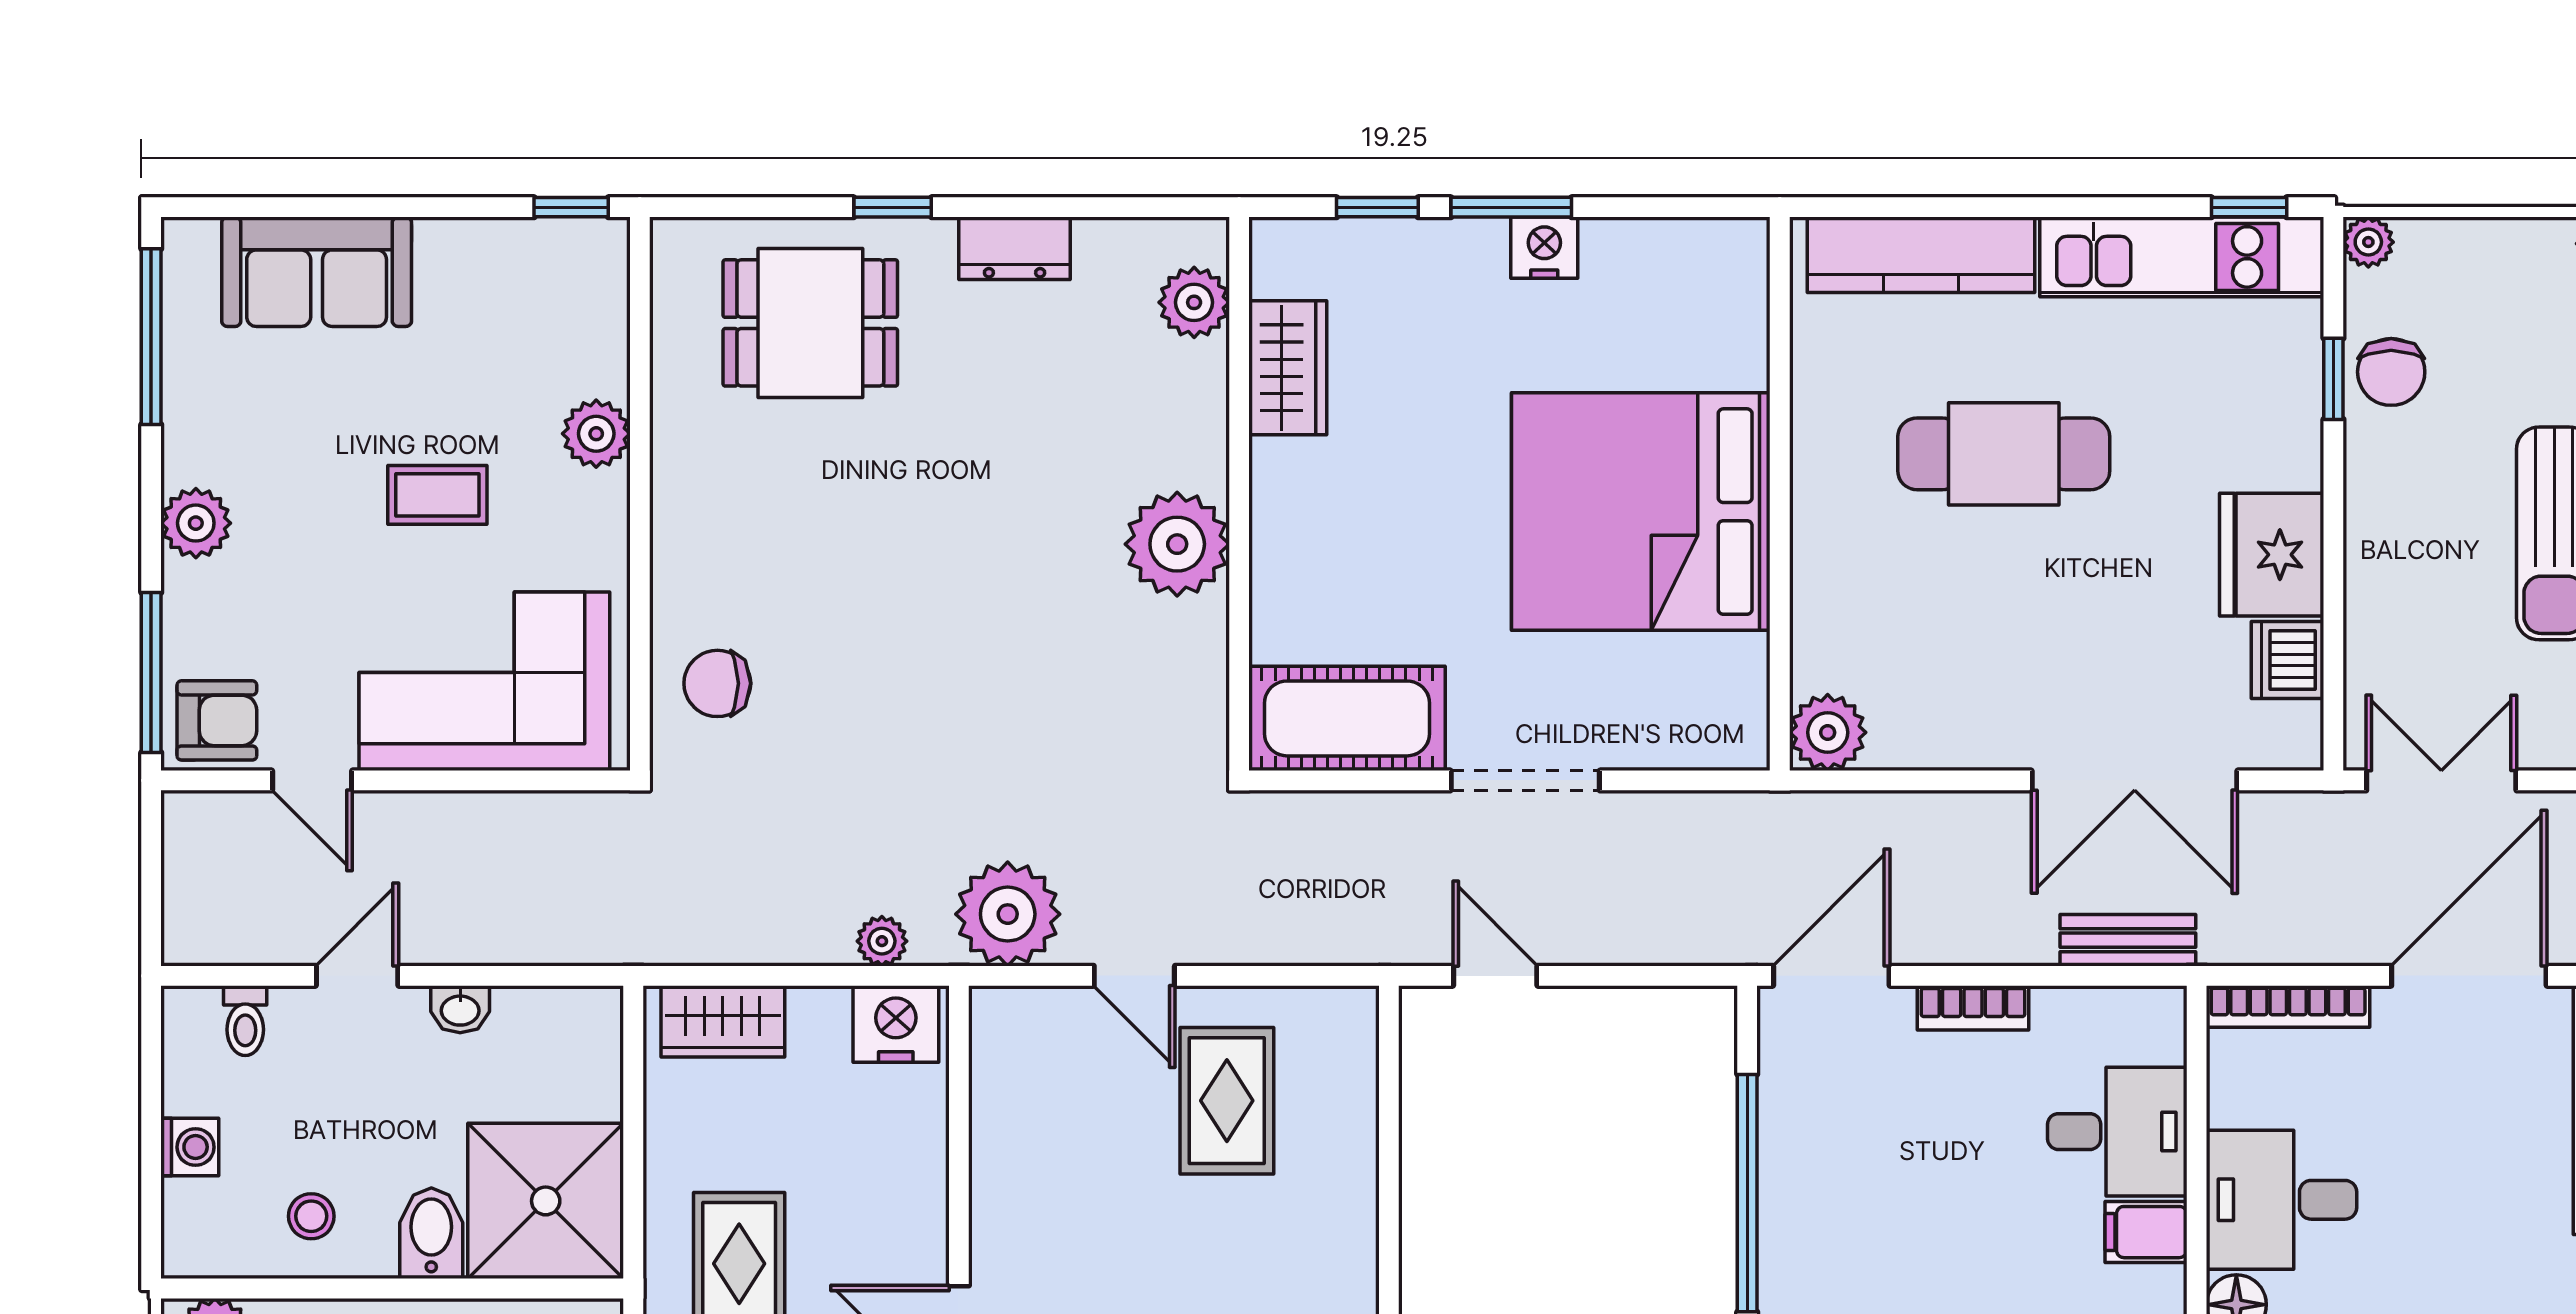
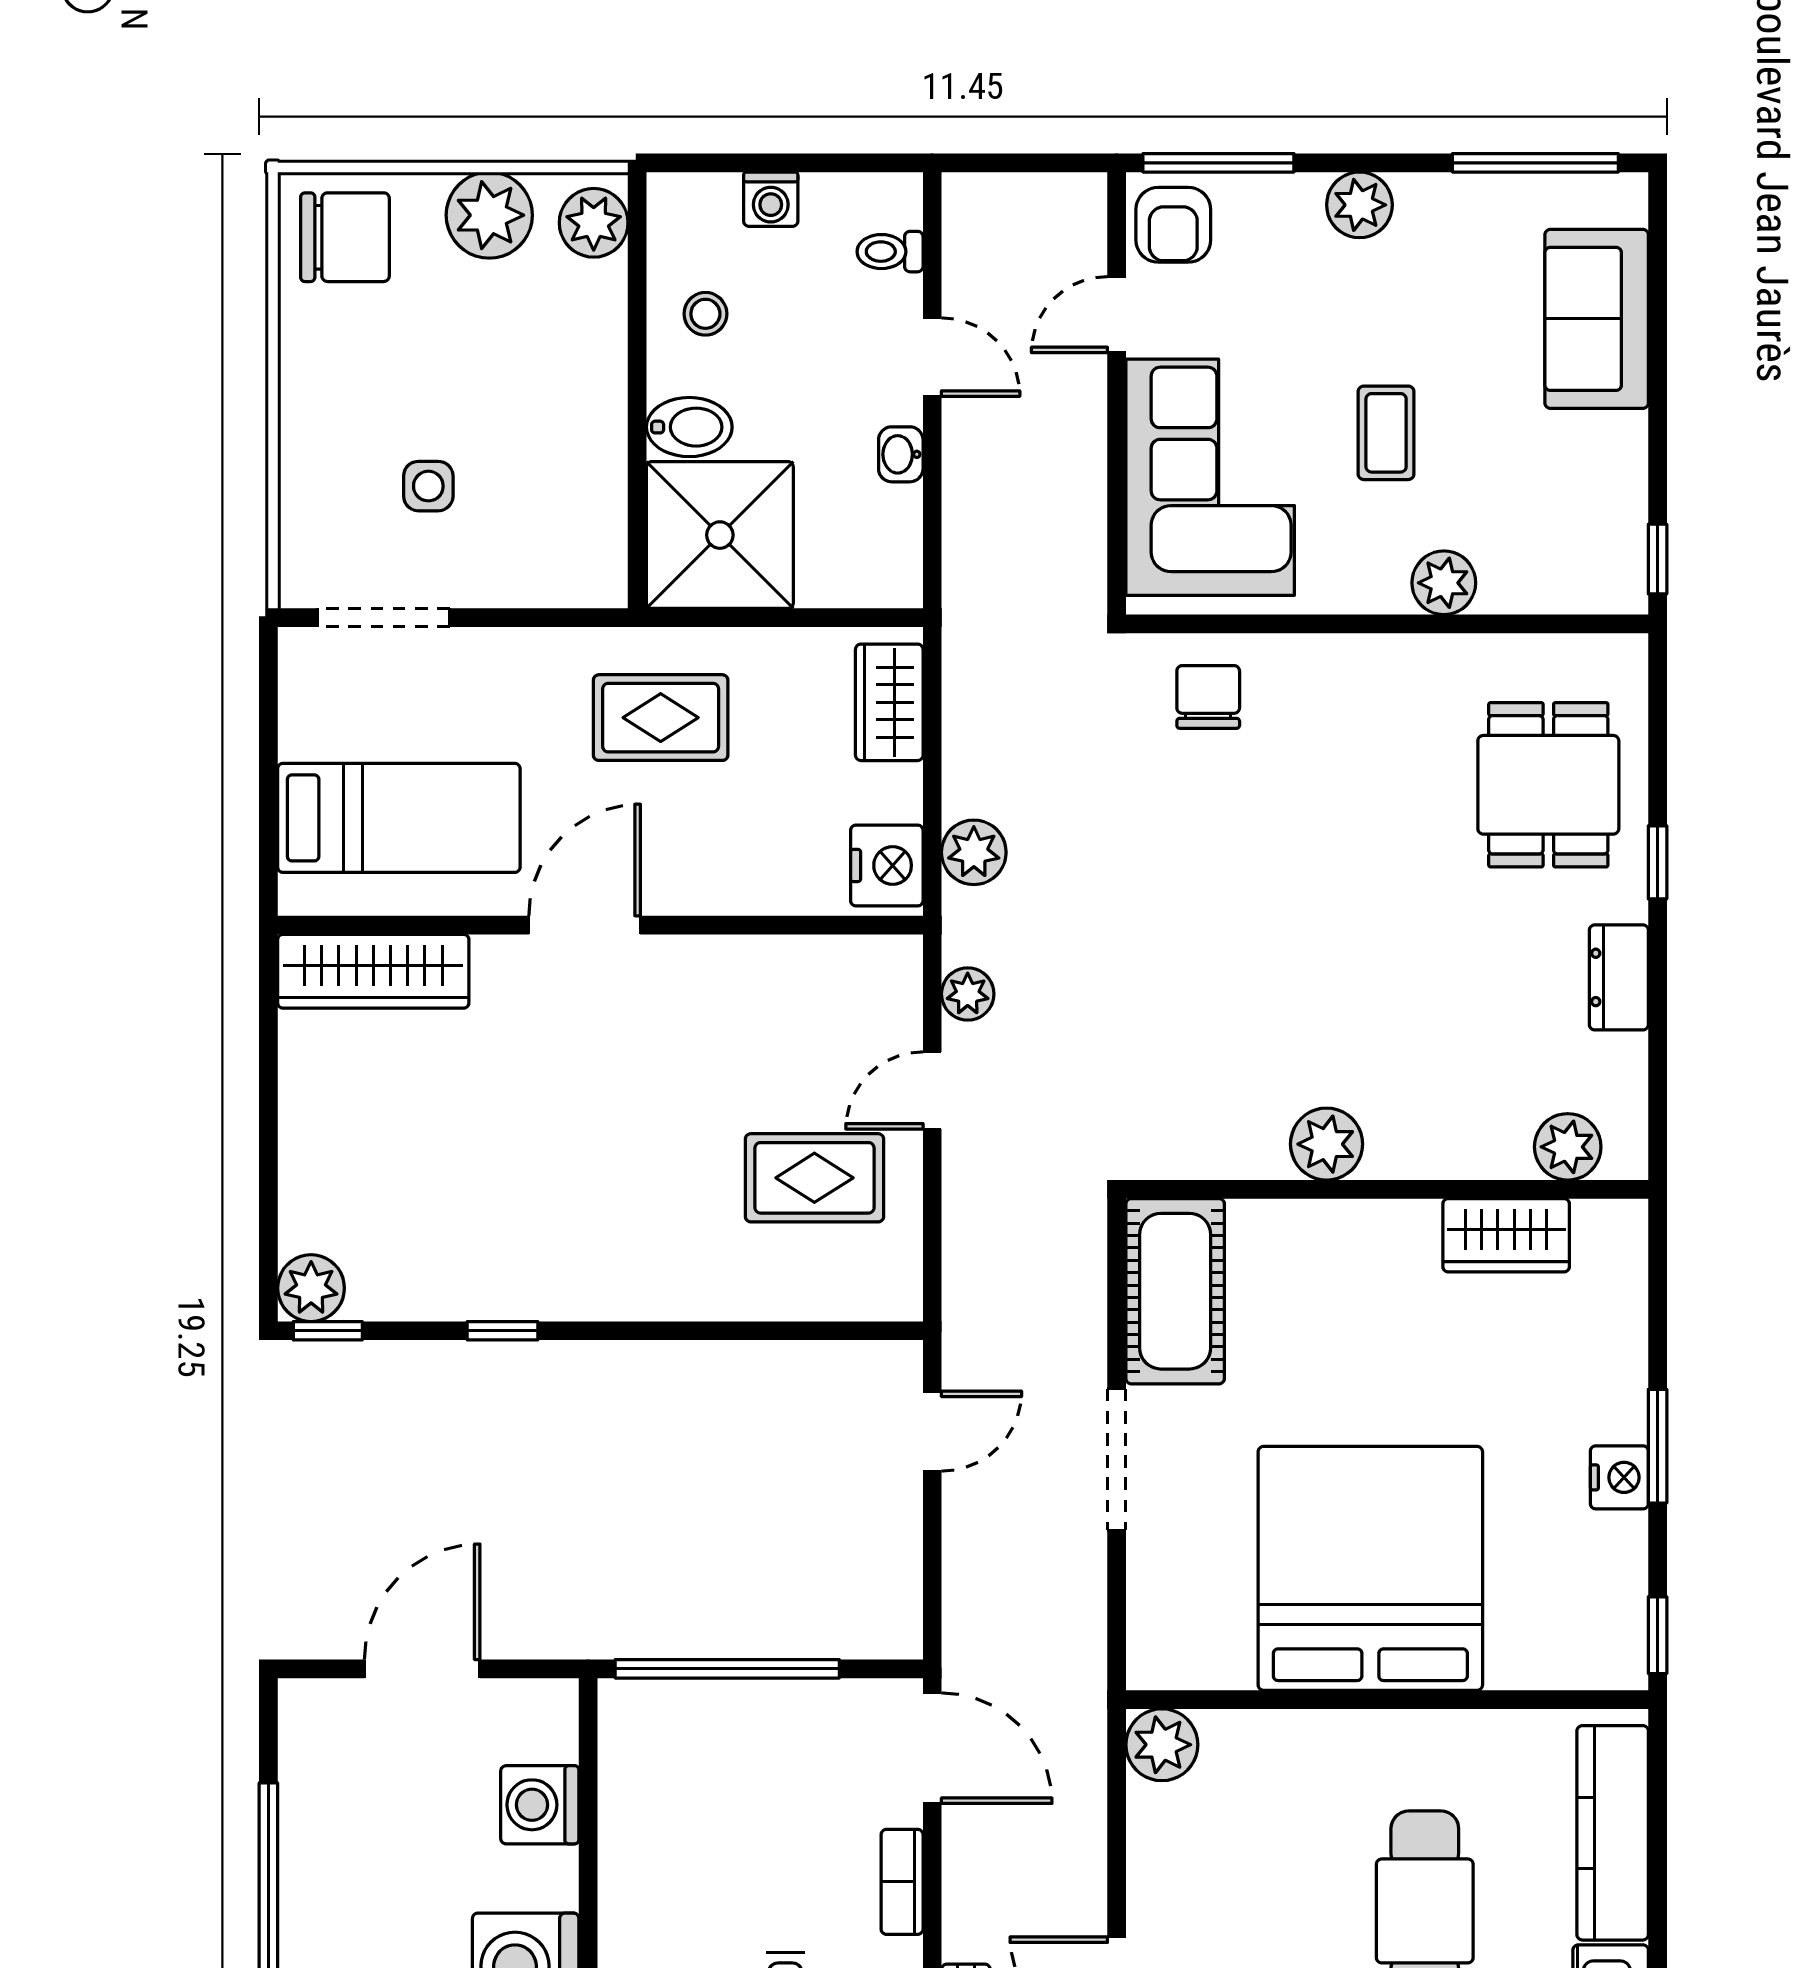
window: (1377, 207) -> (1658, 1635), moved
plant: (1177, 544) -> (1327, 1144), width x0.73, depth x0.73
plant: (1008, 914) -> (968, 994), width x0.53, depth x0.53
plant: (882, 941) -> (974, 852), width x1.38, depth x1.38

